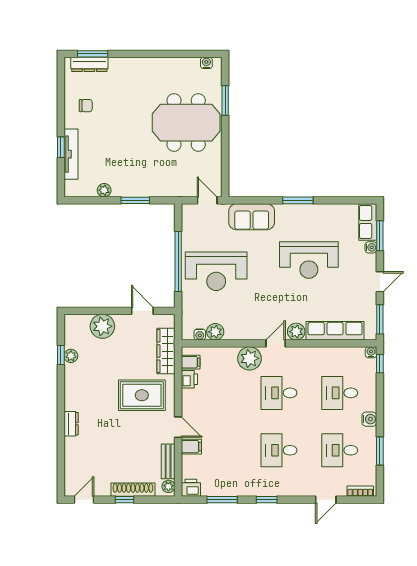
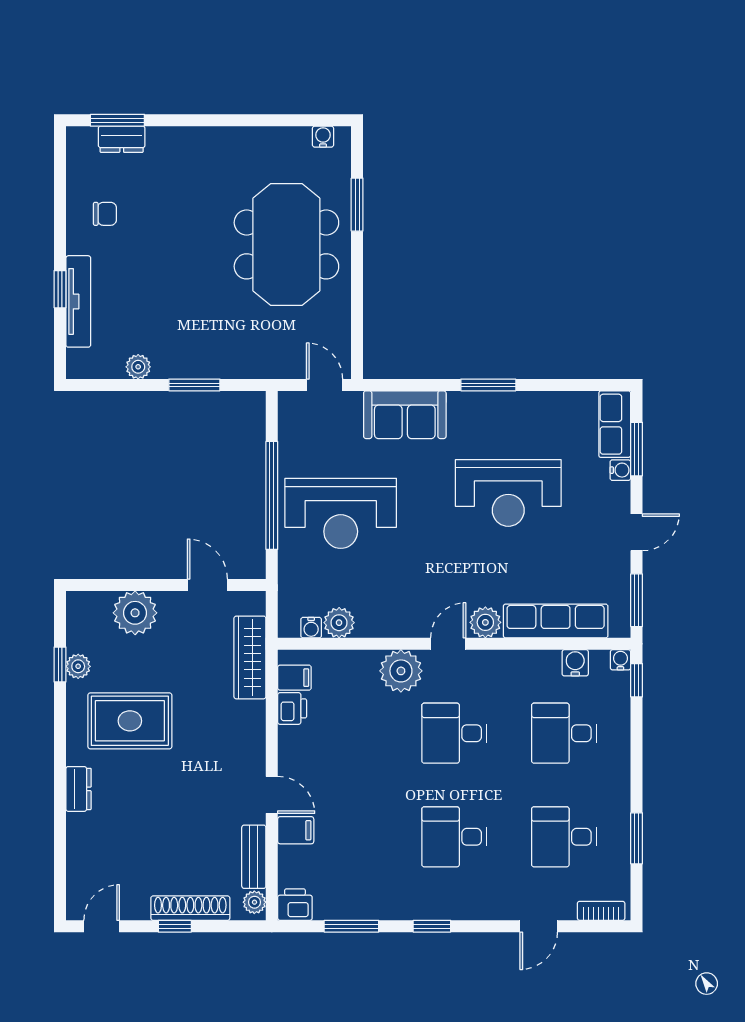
dresser: (89, 64) -> (122, 139), width x0.70
meeting table: (186, 123) -> (286, 244), turned 90
rug: (142, 395) -> (130, 721), moved
water cooler: (369, 419) -> (575, 663), moved, turned -90

